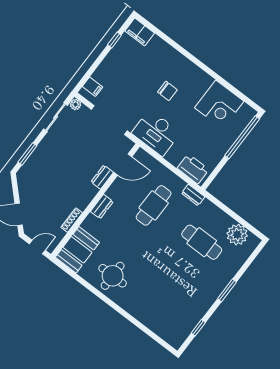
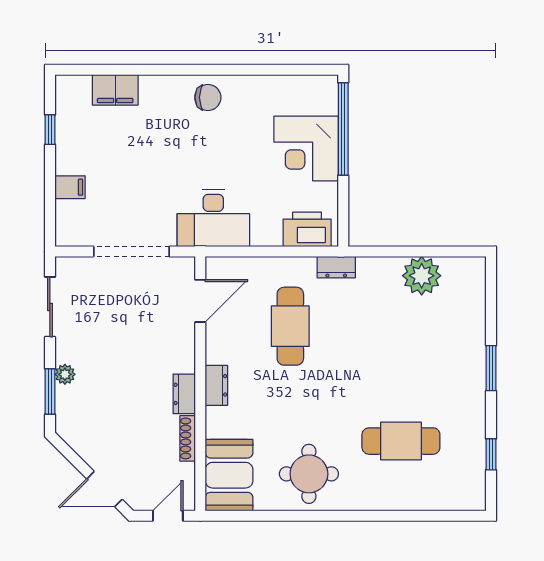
filing cabinet: (140, 32) -> (115, 90), moved
filing cabinet: (93, 87) -> (70, 187), moved
chair: (167, 91) -> (208, 97), moved
plant: (75, 105) -> (65, 374), moved
corner desk: (219, 105) -> (306, 149), moved, turned 90
dresser: (102, 177) -> (184, 394), moved
plant: (237, 235) -> (422, 276), moved
cafe table: (202, 242) -> (401, 441), moved

